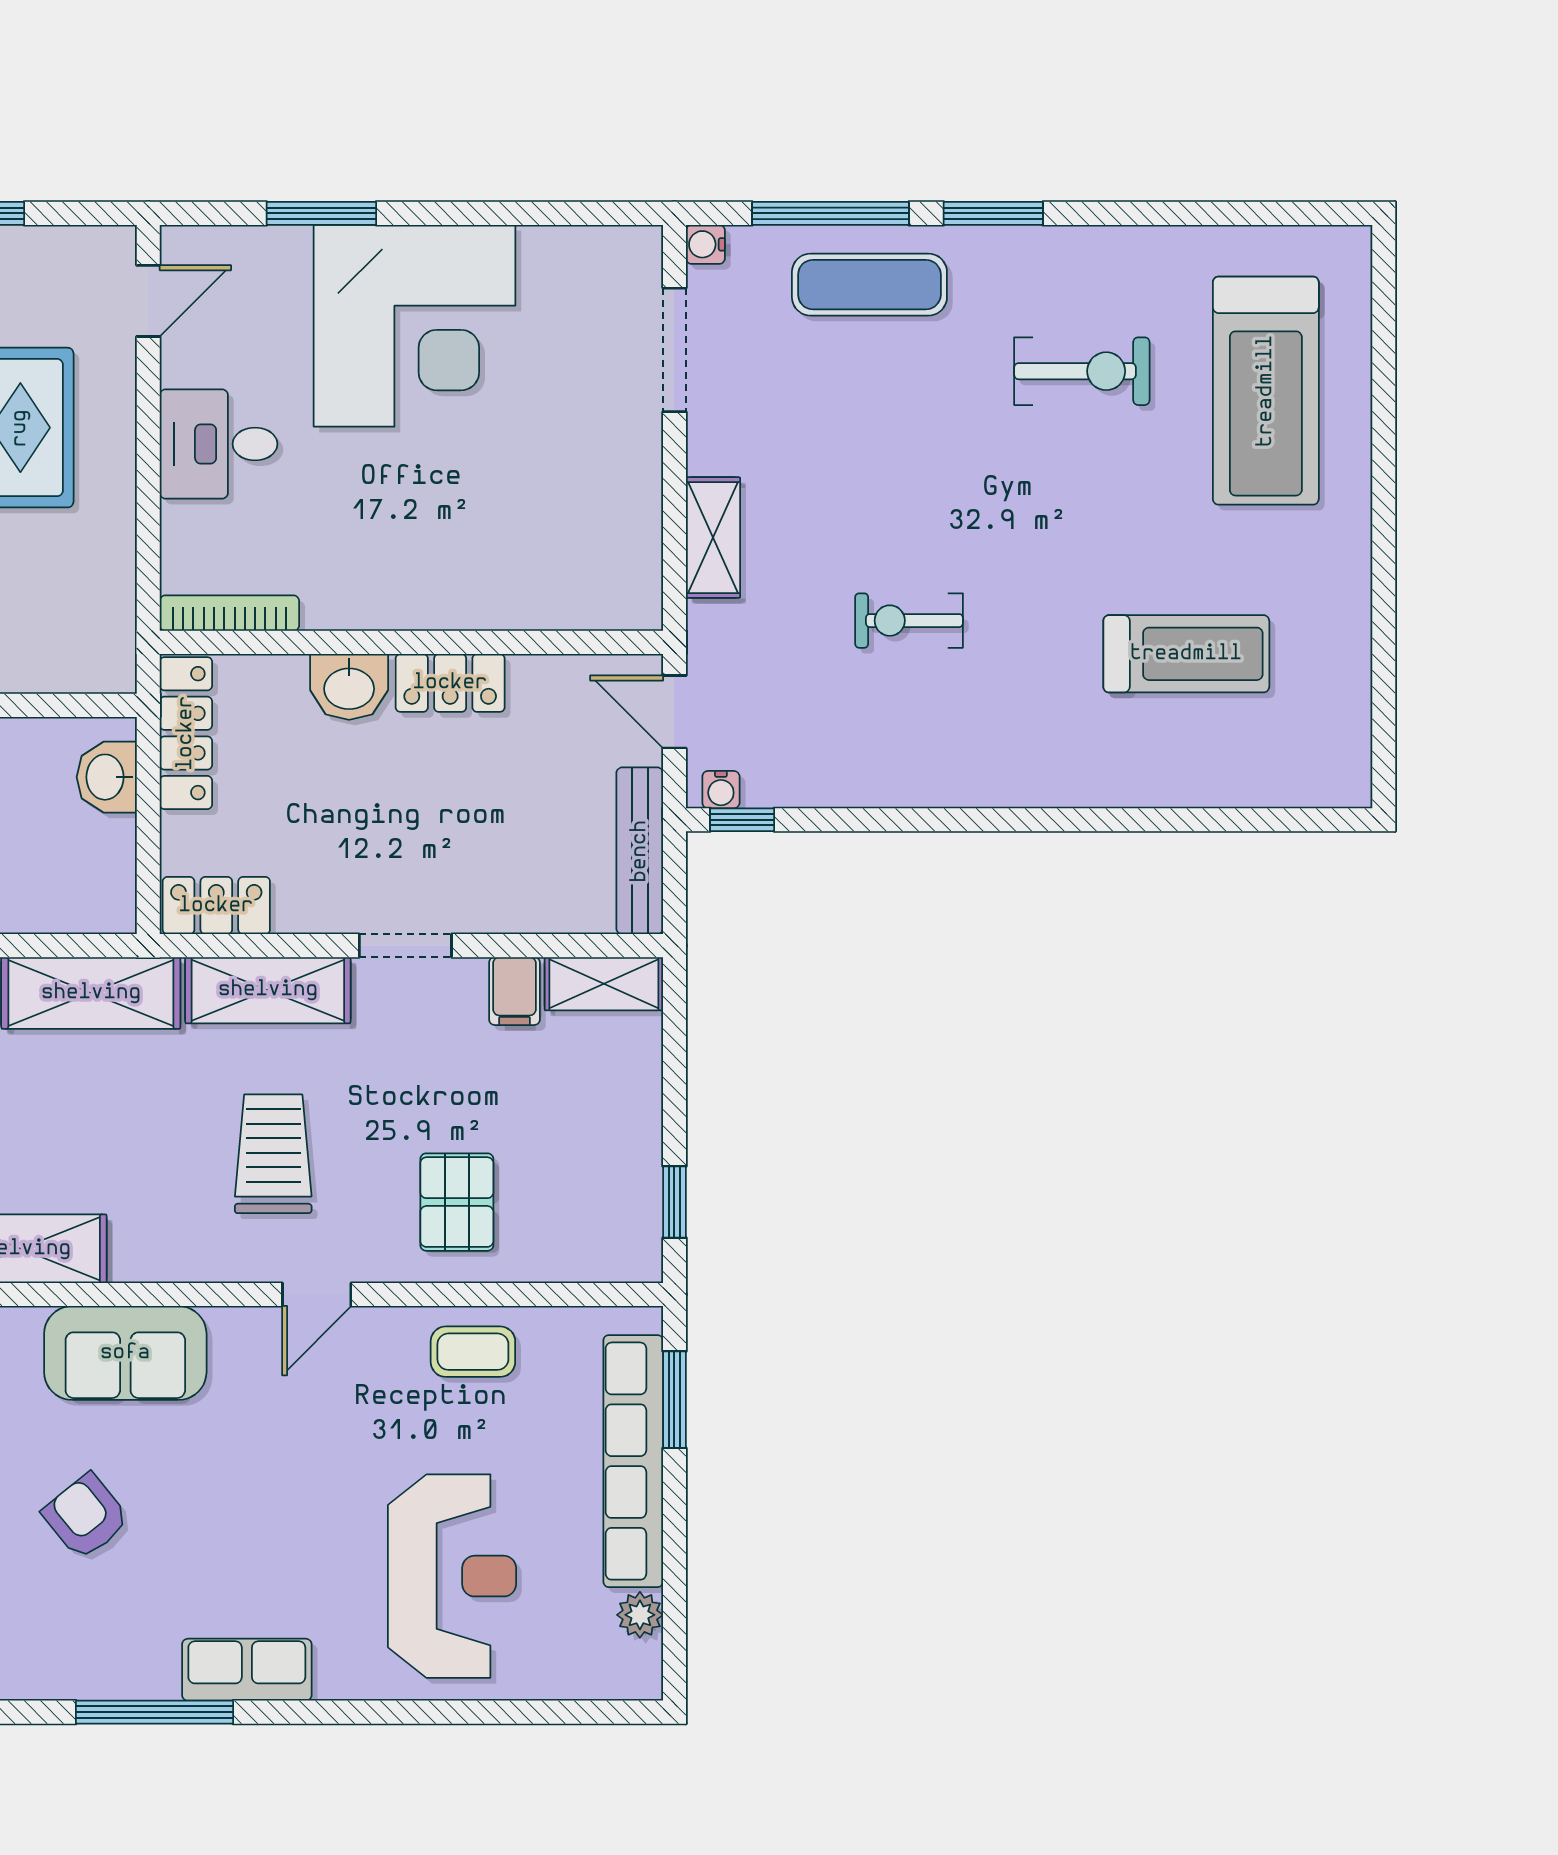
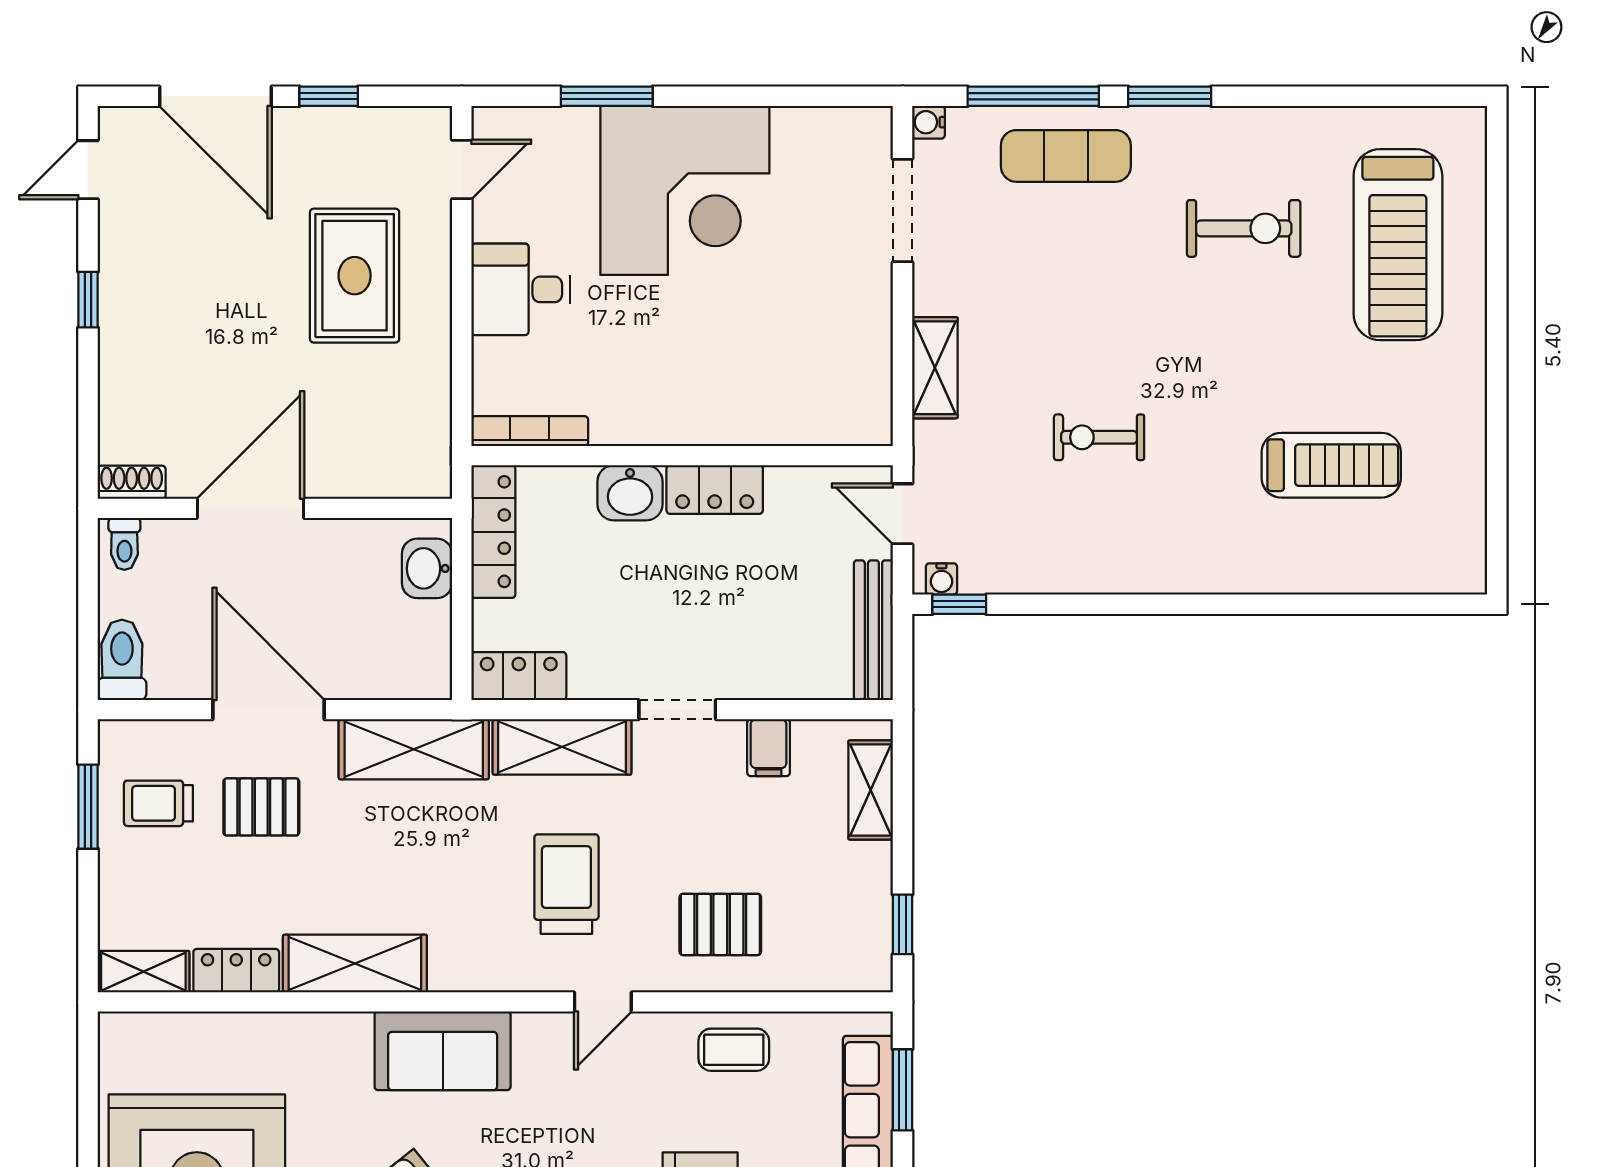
shelving: (604, 984) -> (871, 790), moved, turned 90
pallet: (457, 1202) -> (720, 924), turned 90

